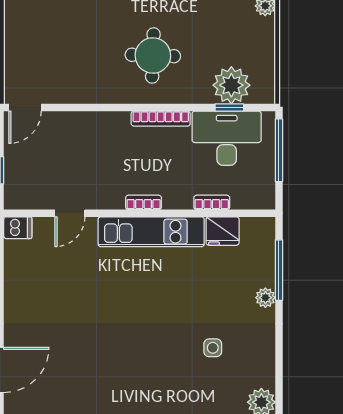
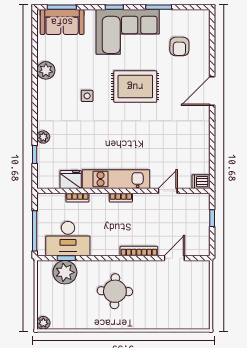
door: (25, 107) -> (174, 258), moved
bookcase: (161, 119) -> (139, 251), moved
window: (279, 270) -> (35, 155), width x0.46
side table: (213, 348) -> (87, 96), moved
rug: (121, 377) -> (135, 87), added

